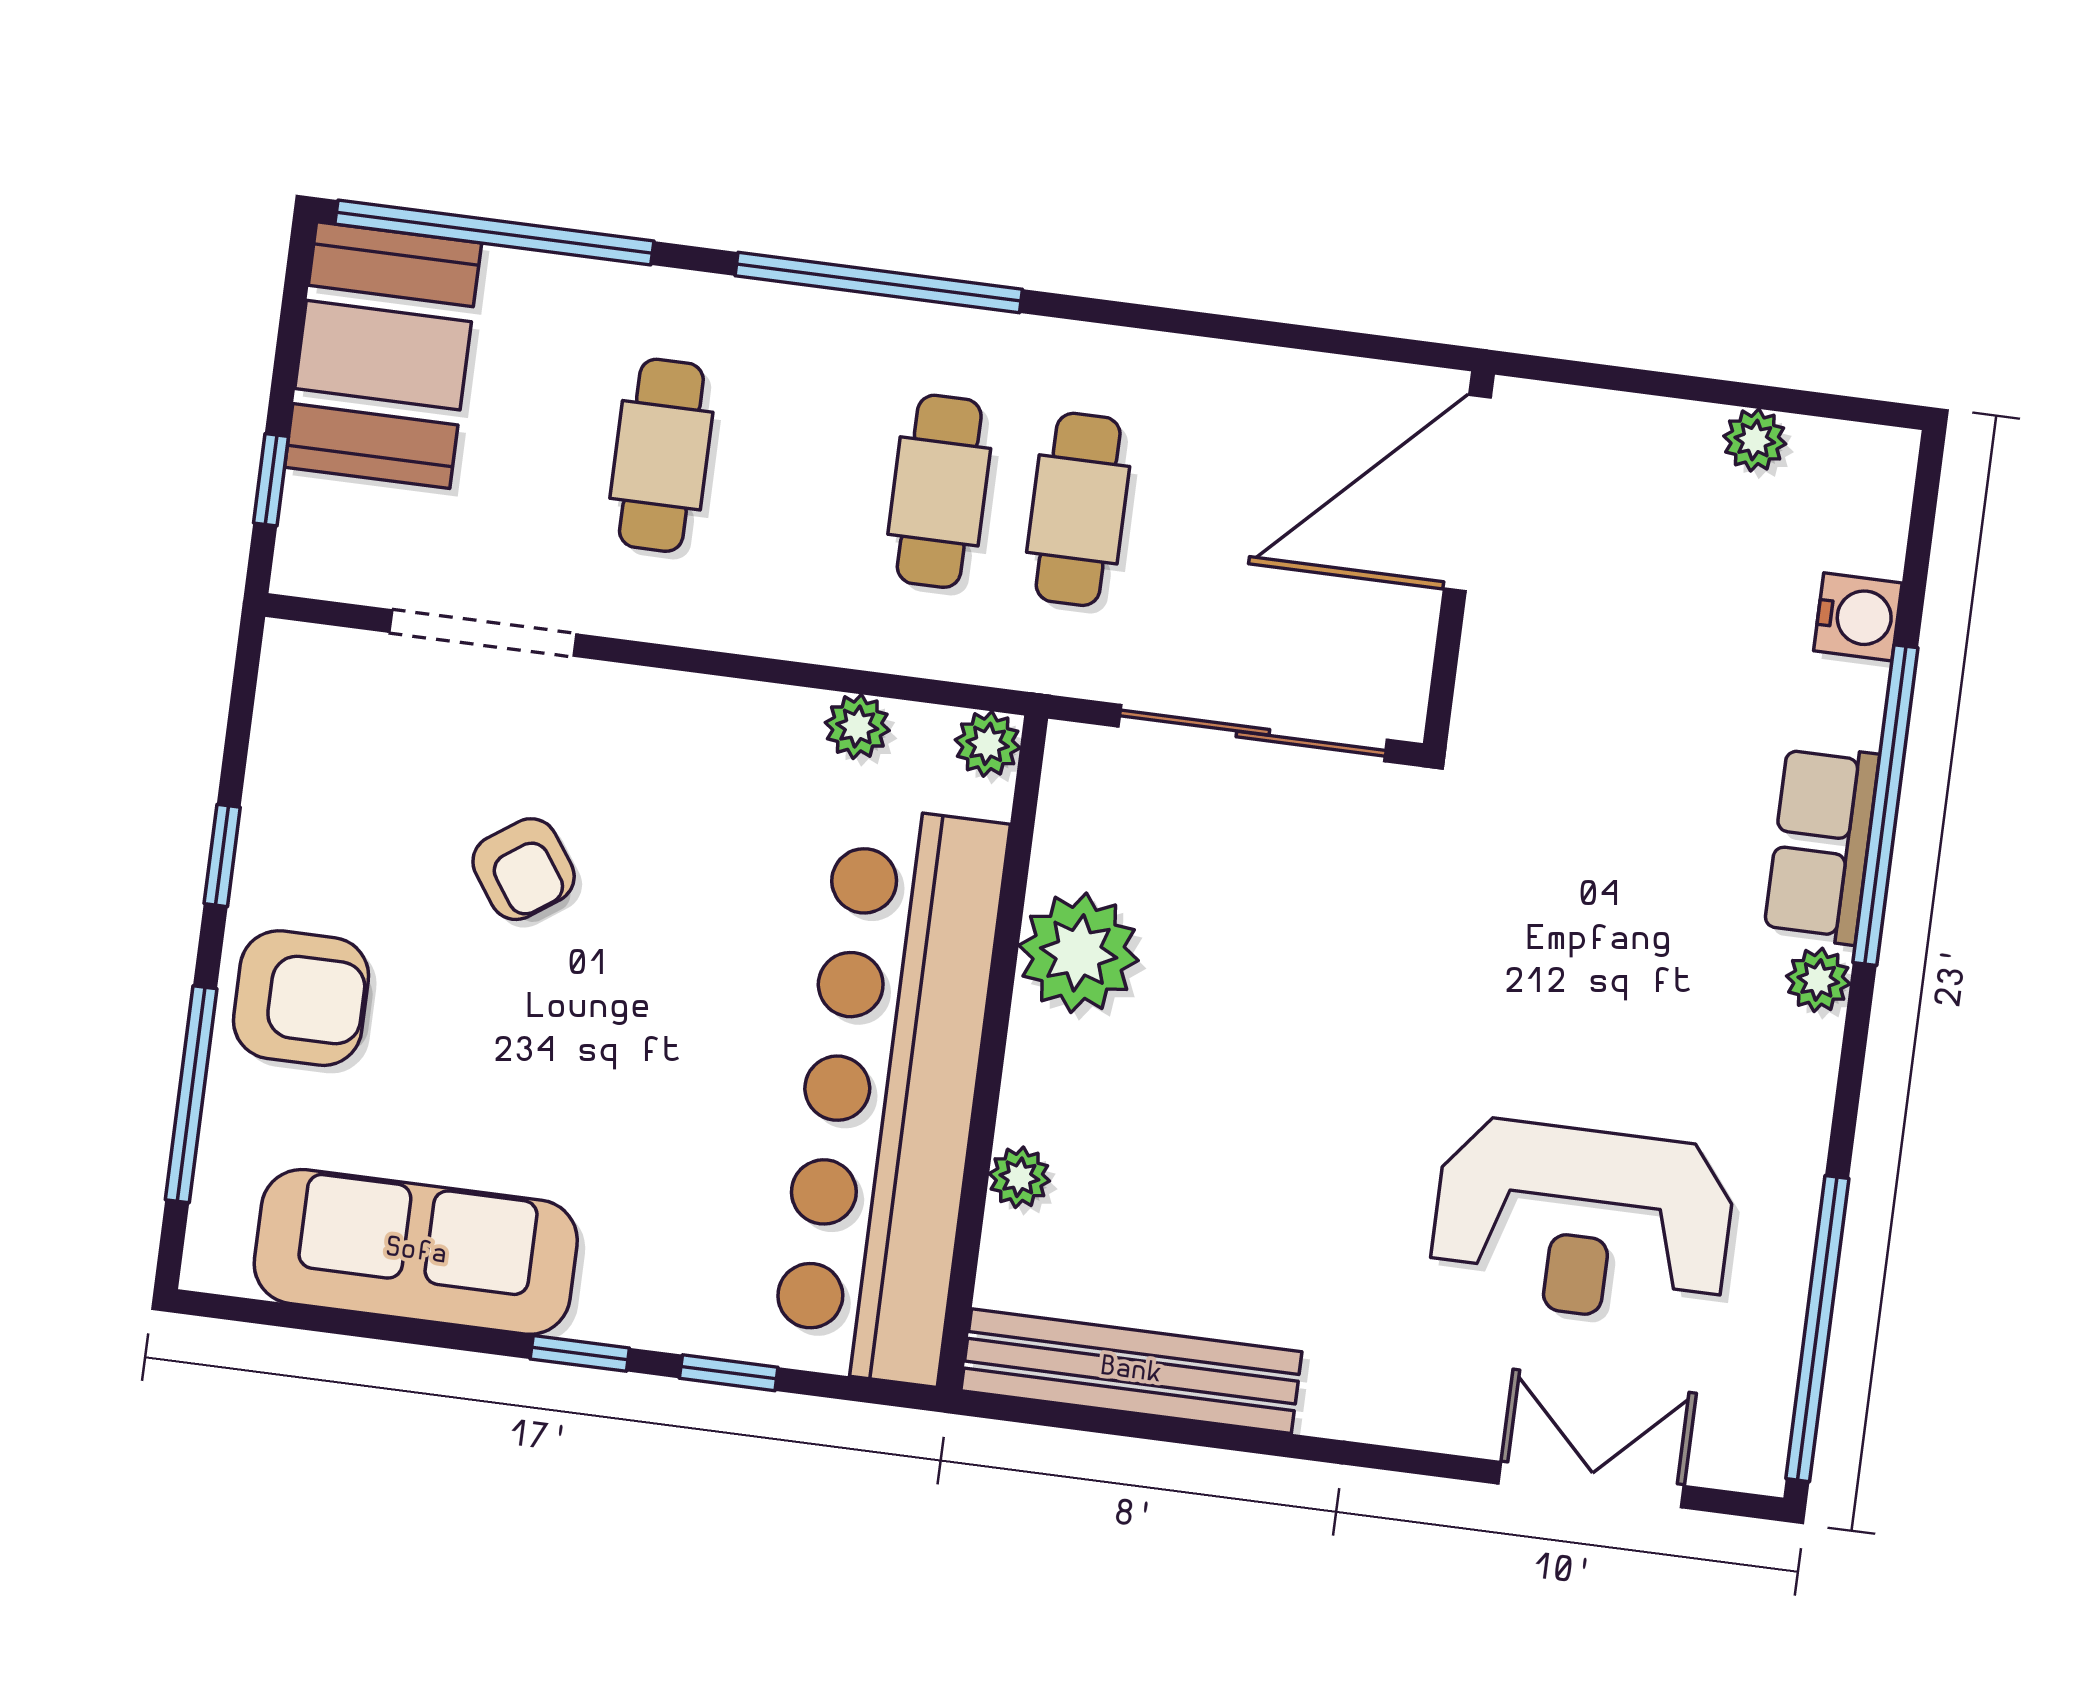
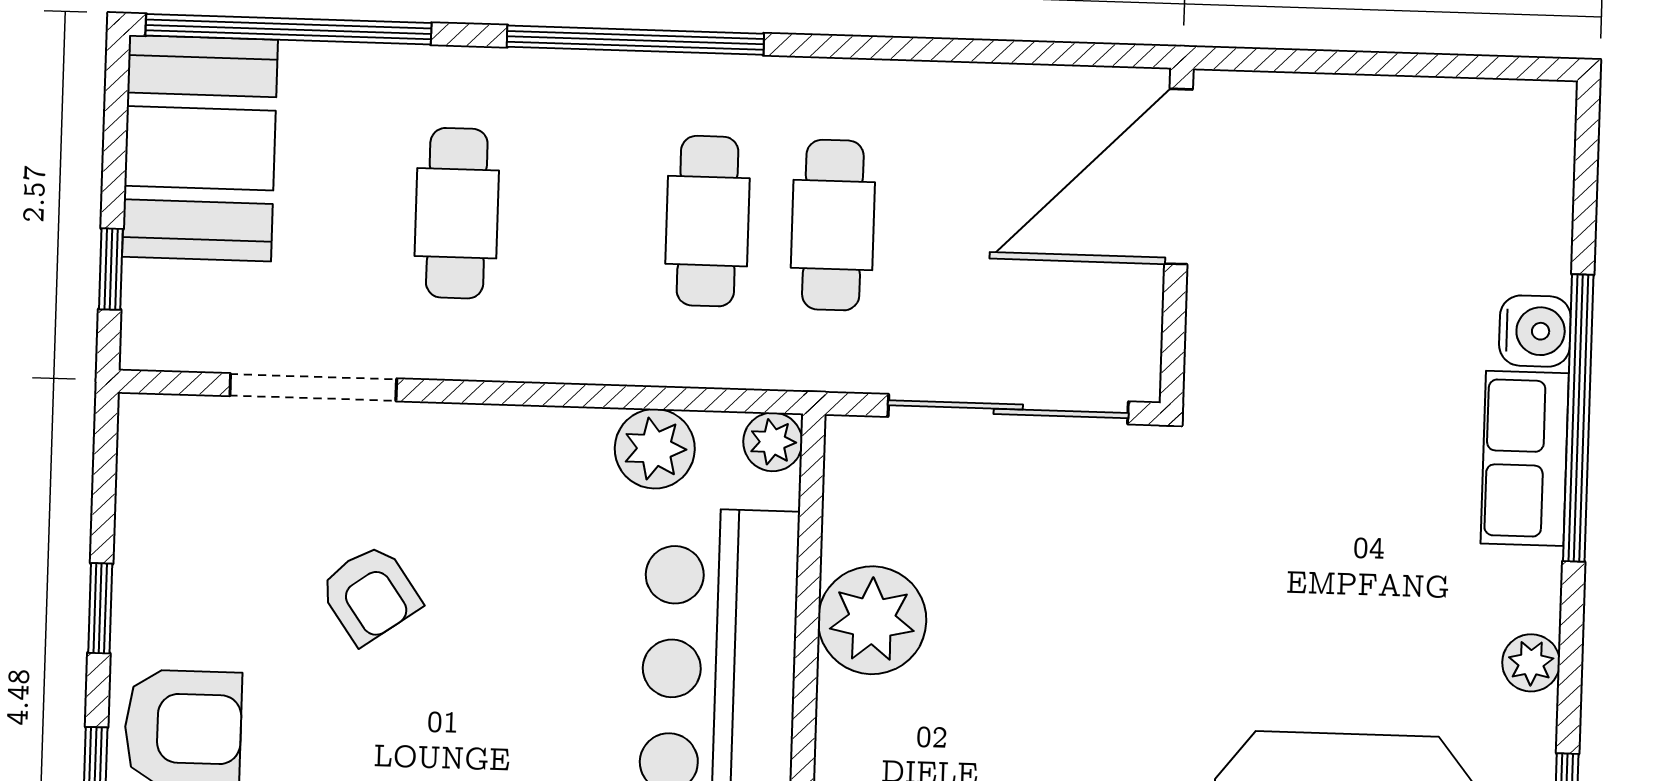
plant: (1755, 440) -> (1430, 104), removed
water cooler: (1858, 617) -> (1535, 331), moved
plant: (857, 727) -> (655, 449), width x1.38, depth x1.38
plant: (1818, 980) -> (1531, 663), moved

